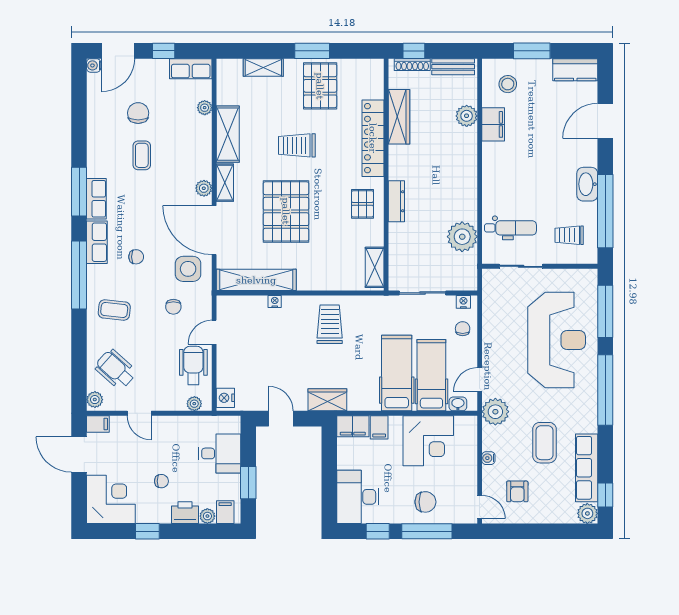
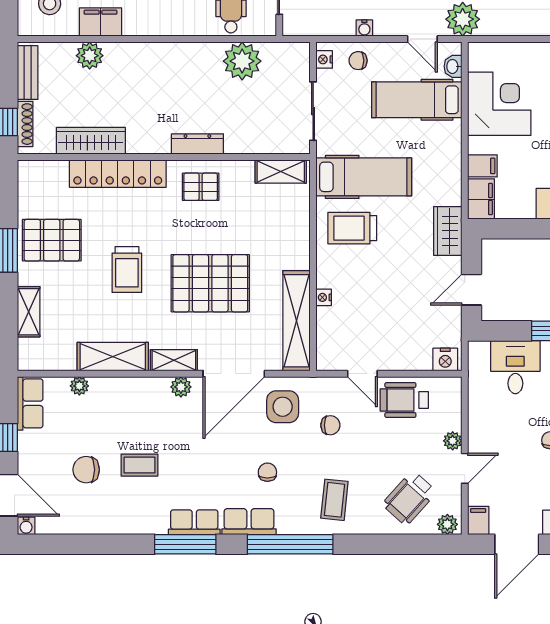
hospital bed: (397, 373) -> (364, 177), moved, turned 180
plant: (194, 404) -> (453, 441), moved
water cooler: (488, 458) -> (364, 28), moved

